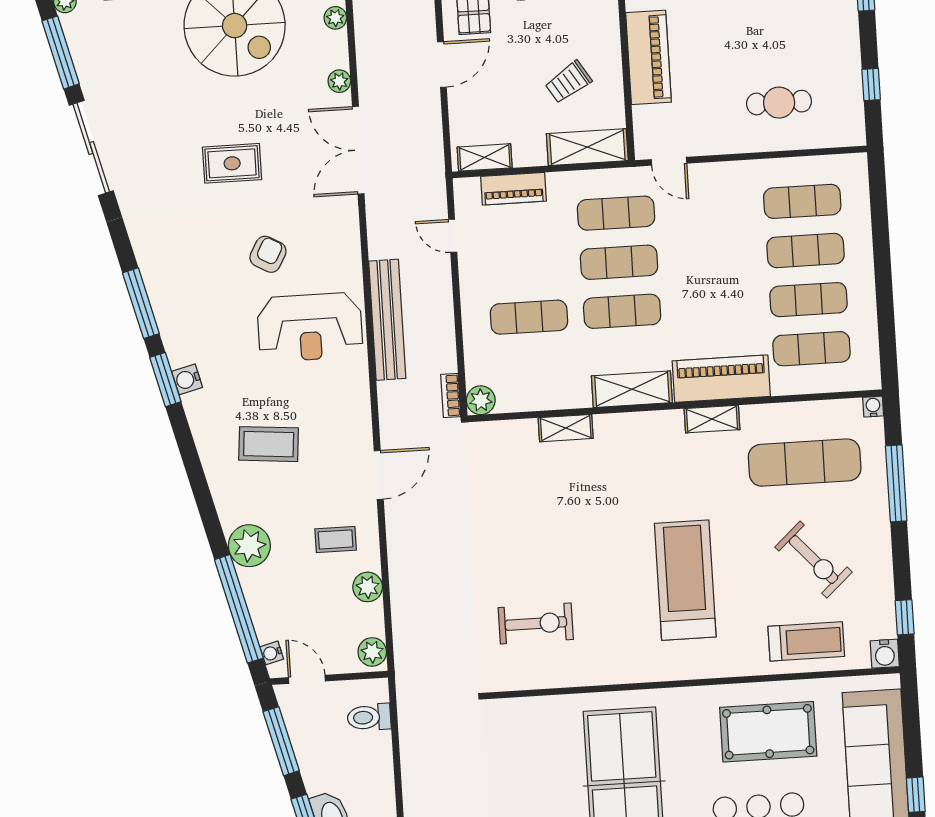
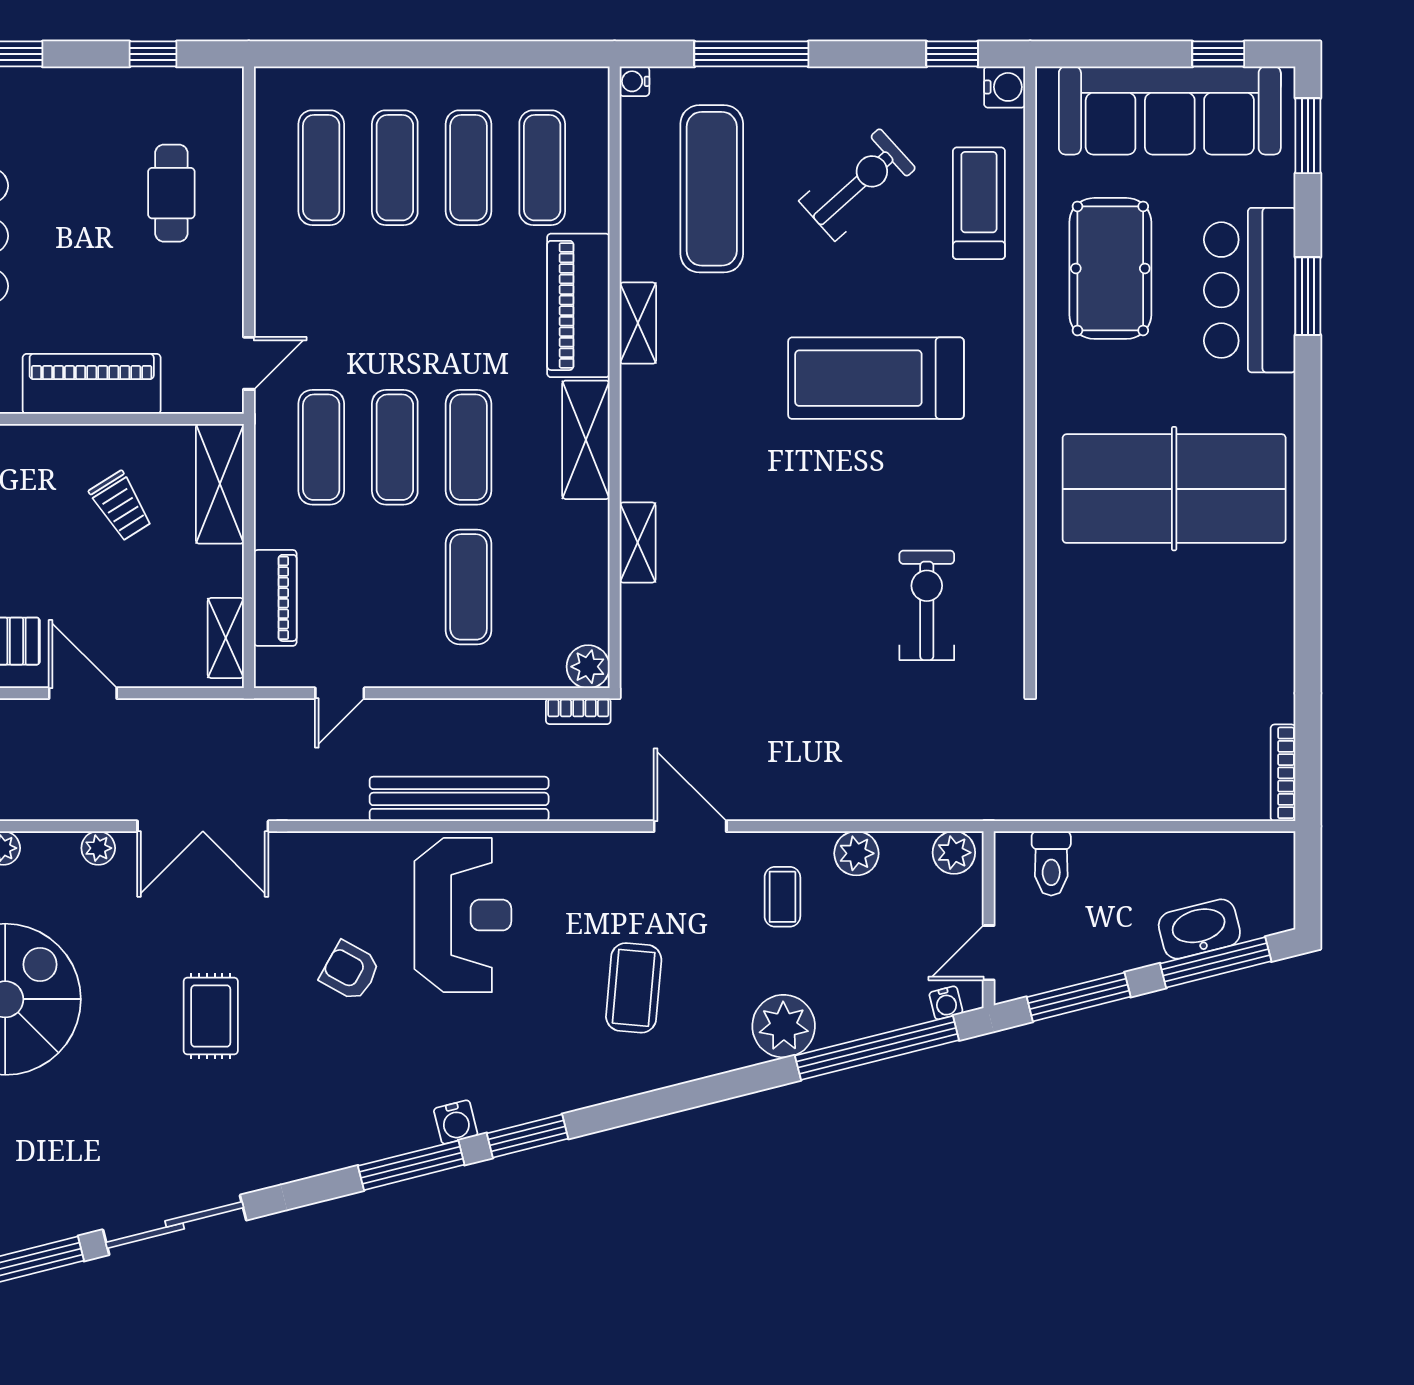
water cooler: (187, 379) -> (456, 1122), moved

